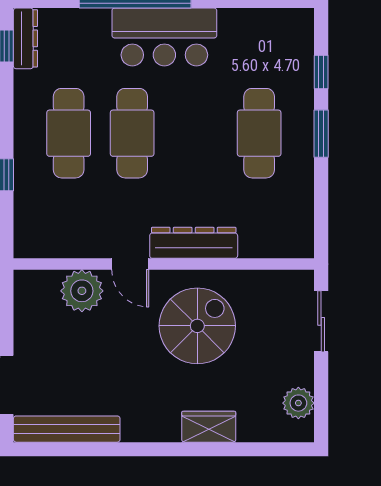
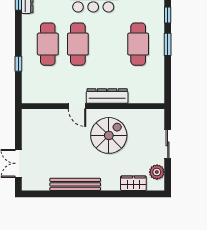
plant: (82, 291) -> (54, 119), removed
sliding door: (321, 321) -> (168, 144), moved
wardrobe: (209, 427) -> (133, 183), moved
bench: (67, 429) -> (75, 184), moved

